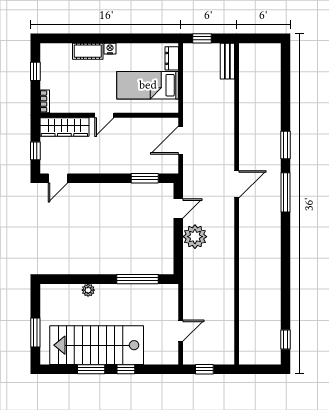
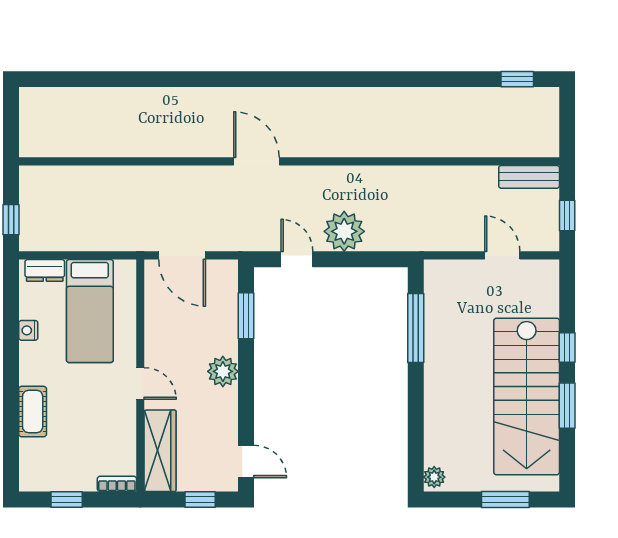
nightstand: (110, 49) -> (28, 330), moved
bench: (227, 61) -> (529, 177), moved
window: (286, 145) -> (190, 79), removed
plant: (112, 164) -> (223, 371), added
window: (286, 192) -> (270, 79), removed
plant: (88, 290) -> (434, 477), moved

